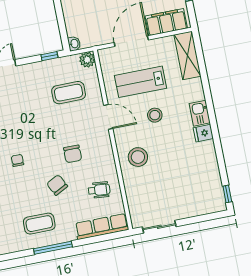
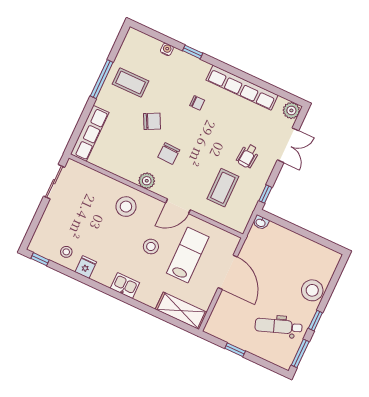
filing cabinet: (166, 22) -> (222, 313), removed
plant: (87, 60) -> (147, 181), moved
fridge: (203, 133) -> (86, 267), moved
chair: (73, 154) -> (169, 153), turned -88
stool: (207, 178) -> (66, 252), added
wheelchair: (99, 190) -> (248, 156), moved
coffee table: (39, 224) -> (131, 82), turned 90

